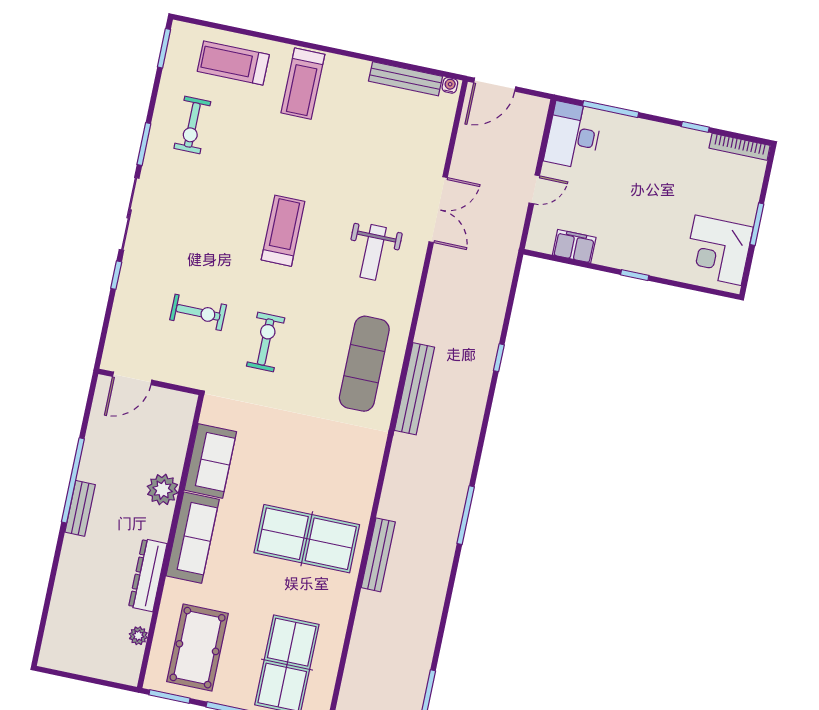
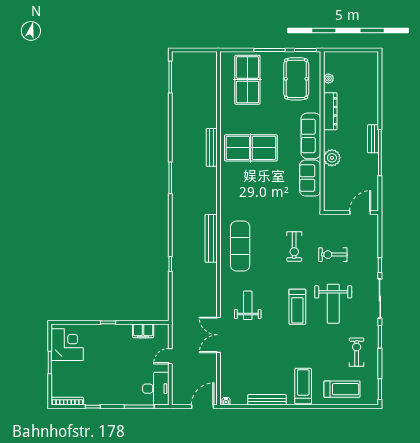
bench: (406, 79) -> (267, 400), moved
weight bench: (216, 222) -> (333, 304), added

